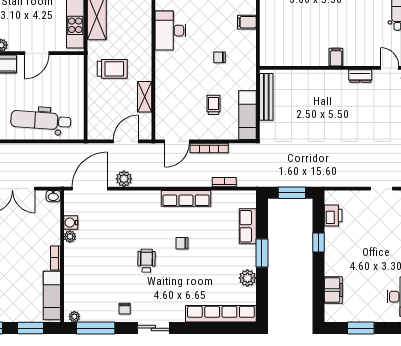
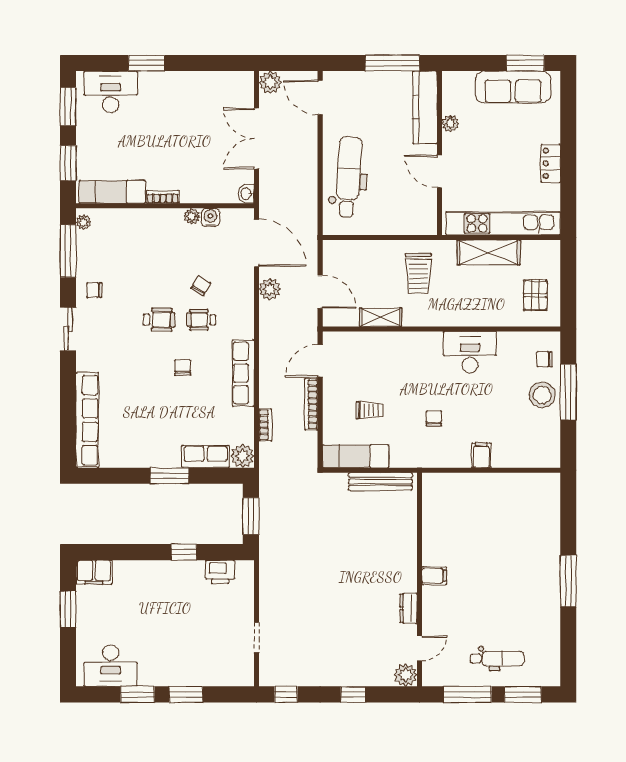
door: (177, 141) -> (320, 361), hinge flipped
wheelchair: (146, 229) -> (201, 320), added
chair: (121, 230) -> (201, 286), added
plant: (247, 278) -> (242, 456), moved
filing cabinet: (333, 290) -> (94, 572), moved

